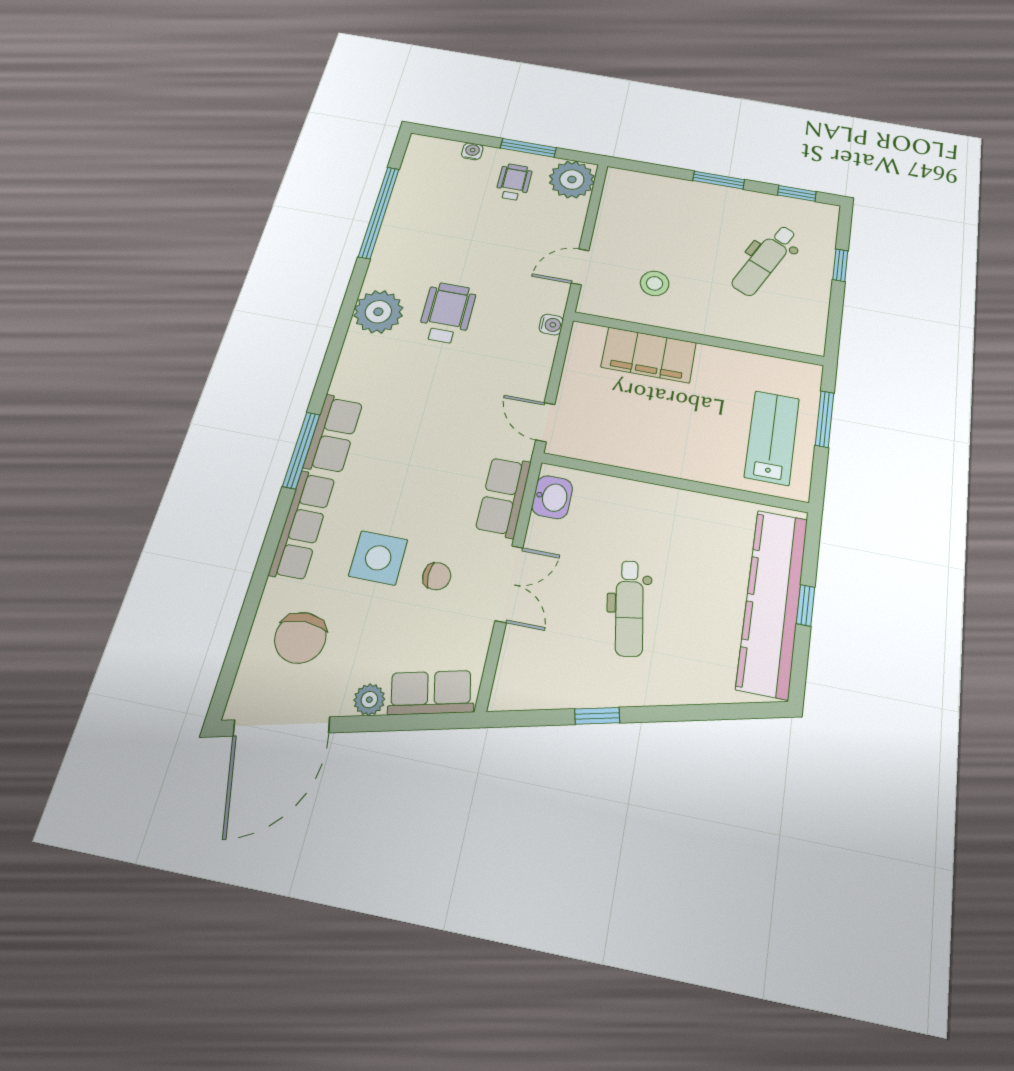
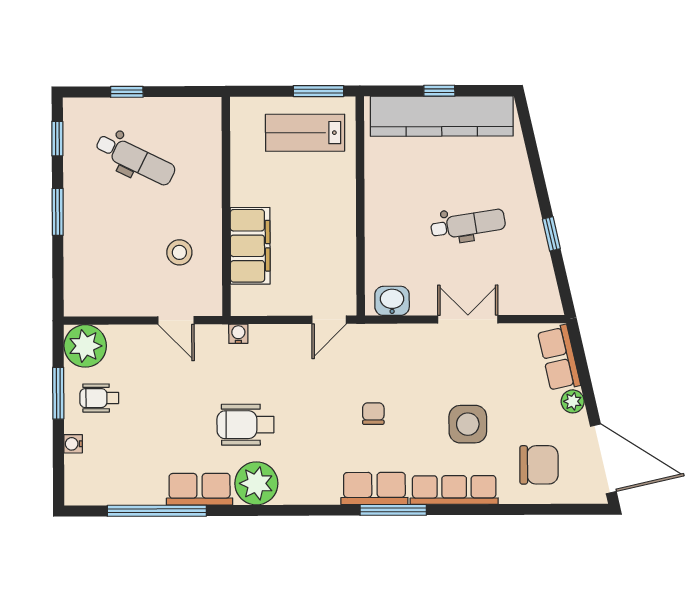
window: (825, 419) -> (318, 91), moved
row of seats: (503, 496) -> (200, 489), moved, turned 180
chair: (437, 576) -> (373, 414), moved

